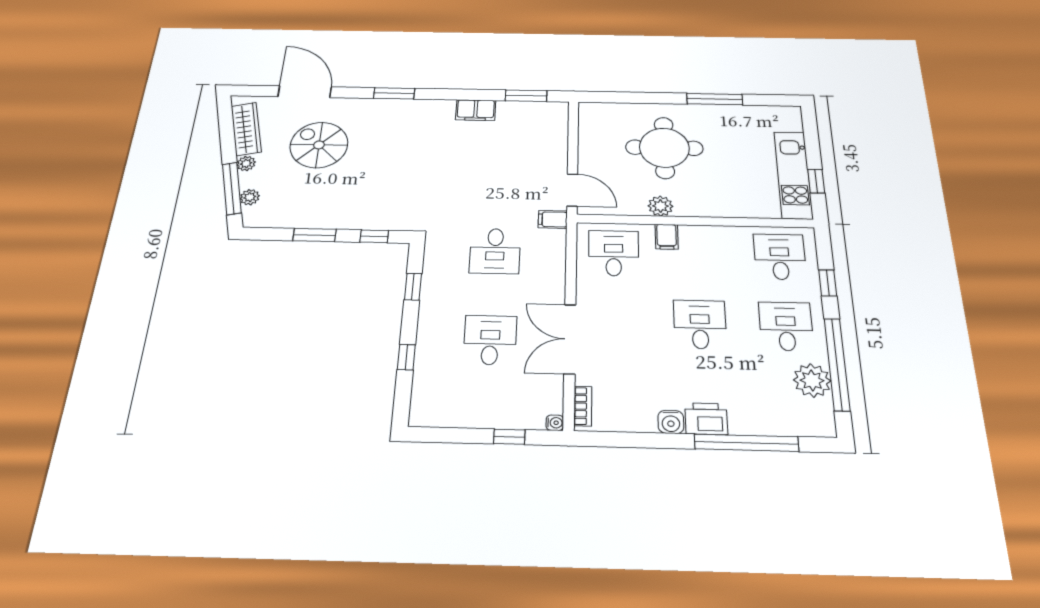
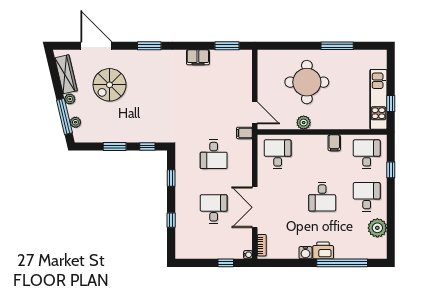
spiral stairs: (319, 145) -> (110, 85), turned -90
filing cabinet: (667, 237) -> (334, 143), moved
desk: (700, 324) -> (322, 197), turned 180
window: (837, 364) -> (391, 218), removed

